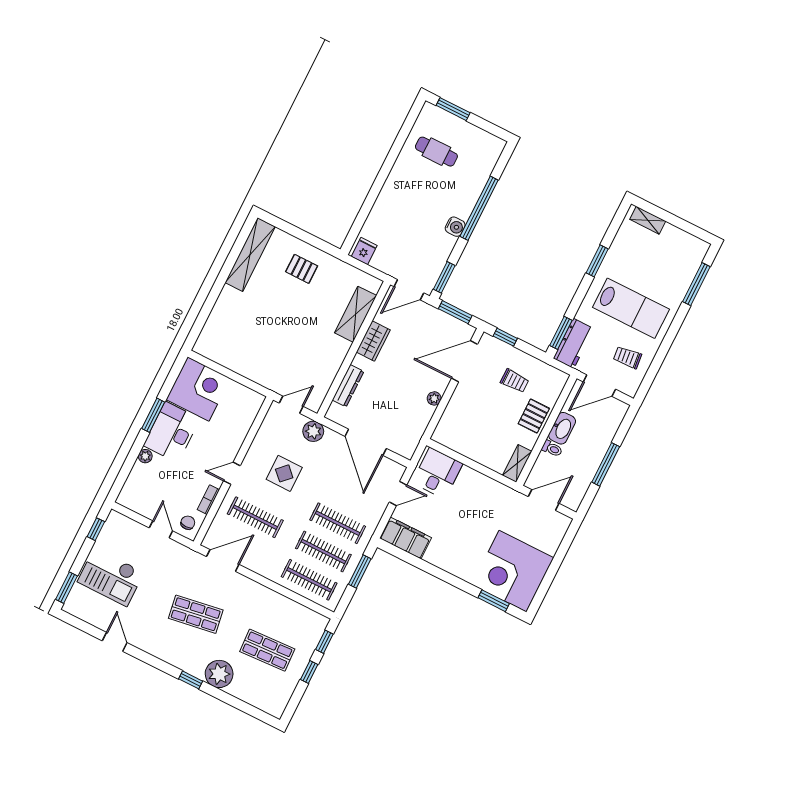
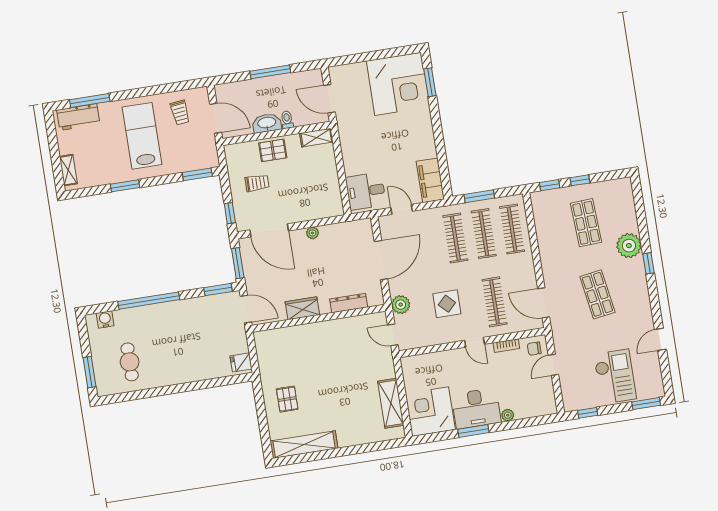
water cooler: (455, 227) -> (105, 319), moved
shelving: (356, 314) -> (391, 403), moved, turned 90
workbench: (574, 343) -> (78, 117), moved, turned 180
trolley: (515, 381) -> (257, 183), turned 90

